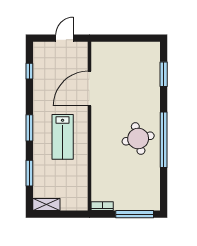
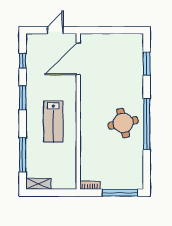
door: (89, 89) -> (78, 59), moved
window: (29, 128) -> (23, 98), moved
window: (29, 173) -> (23, 155), width x1.44

